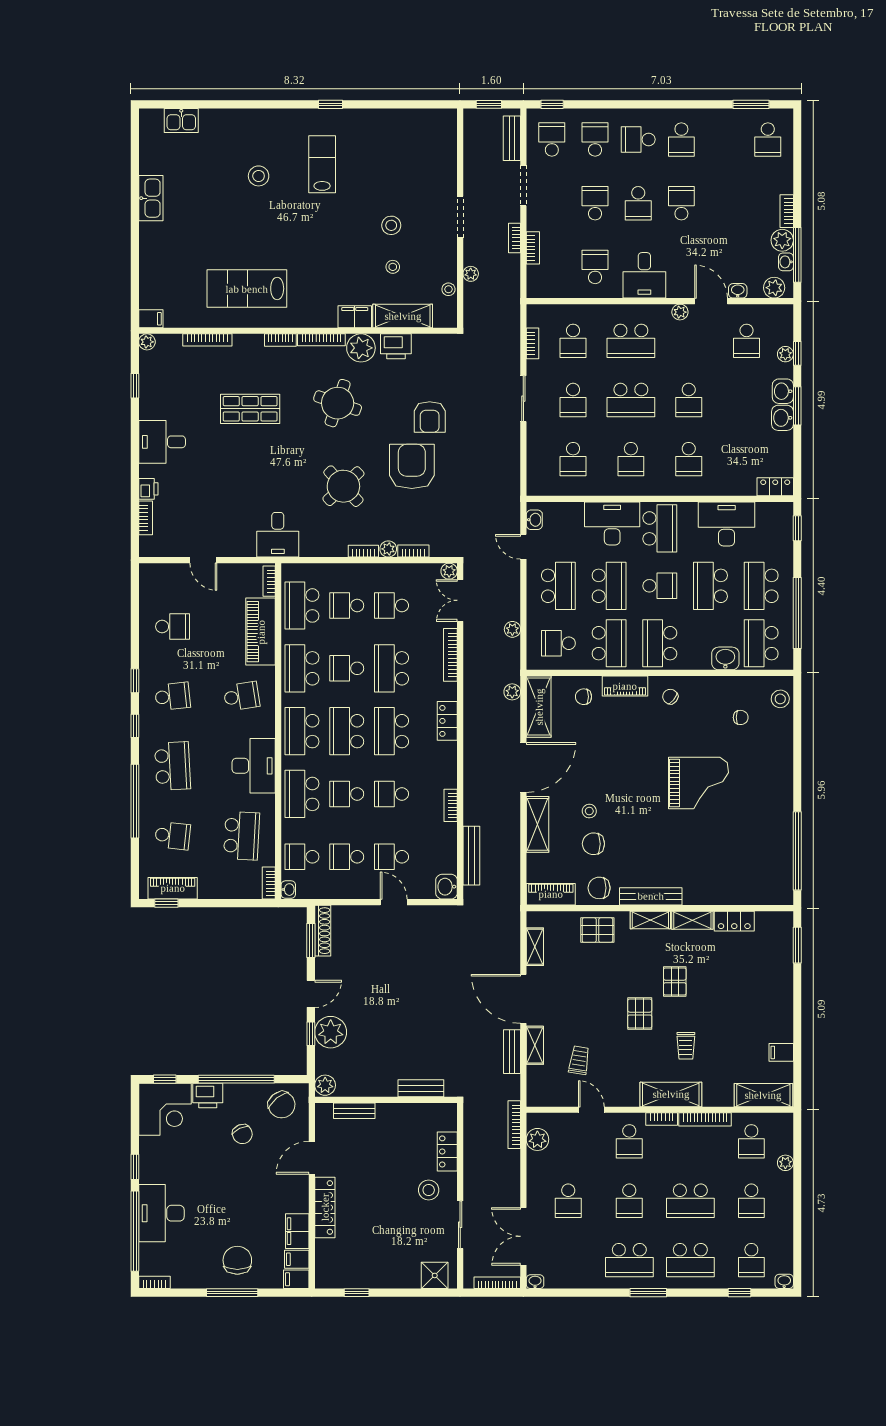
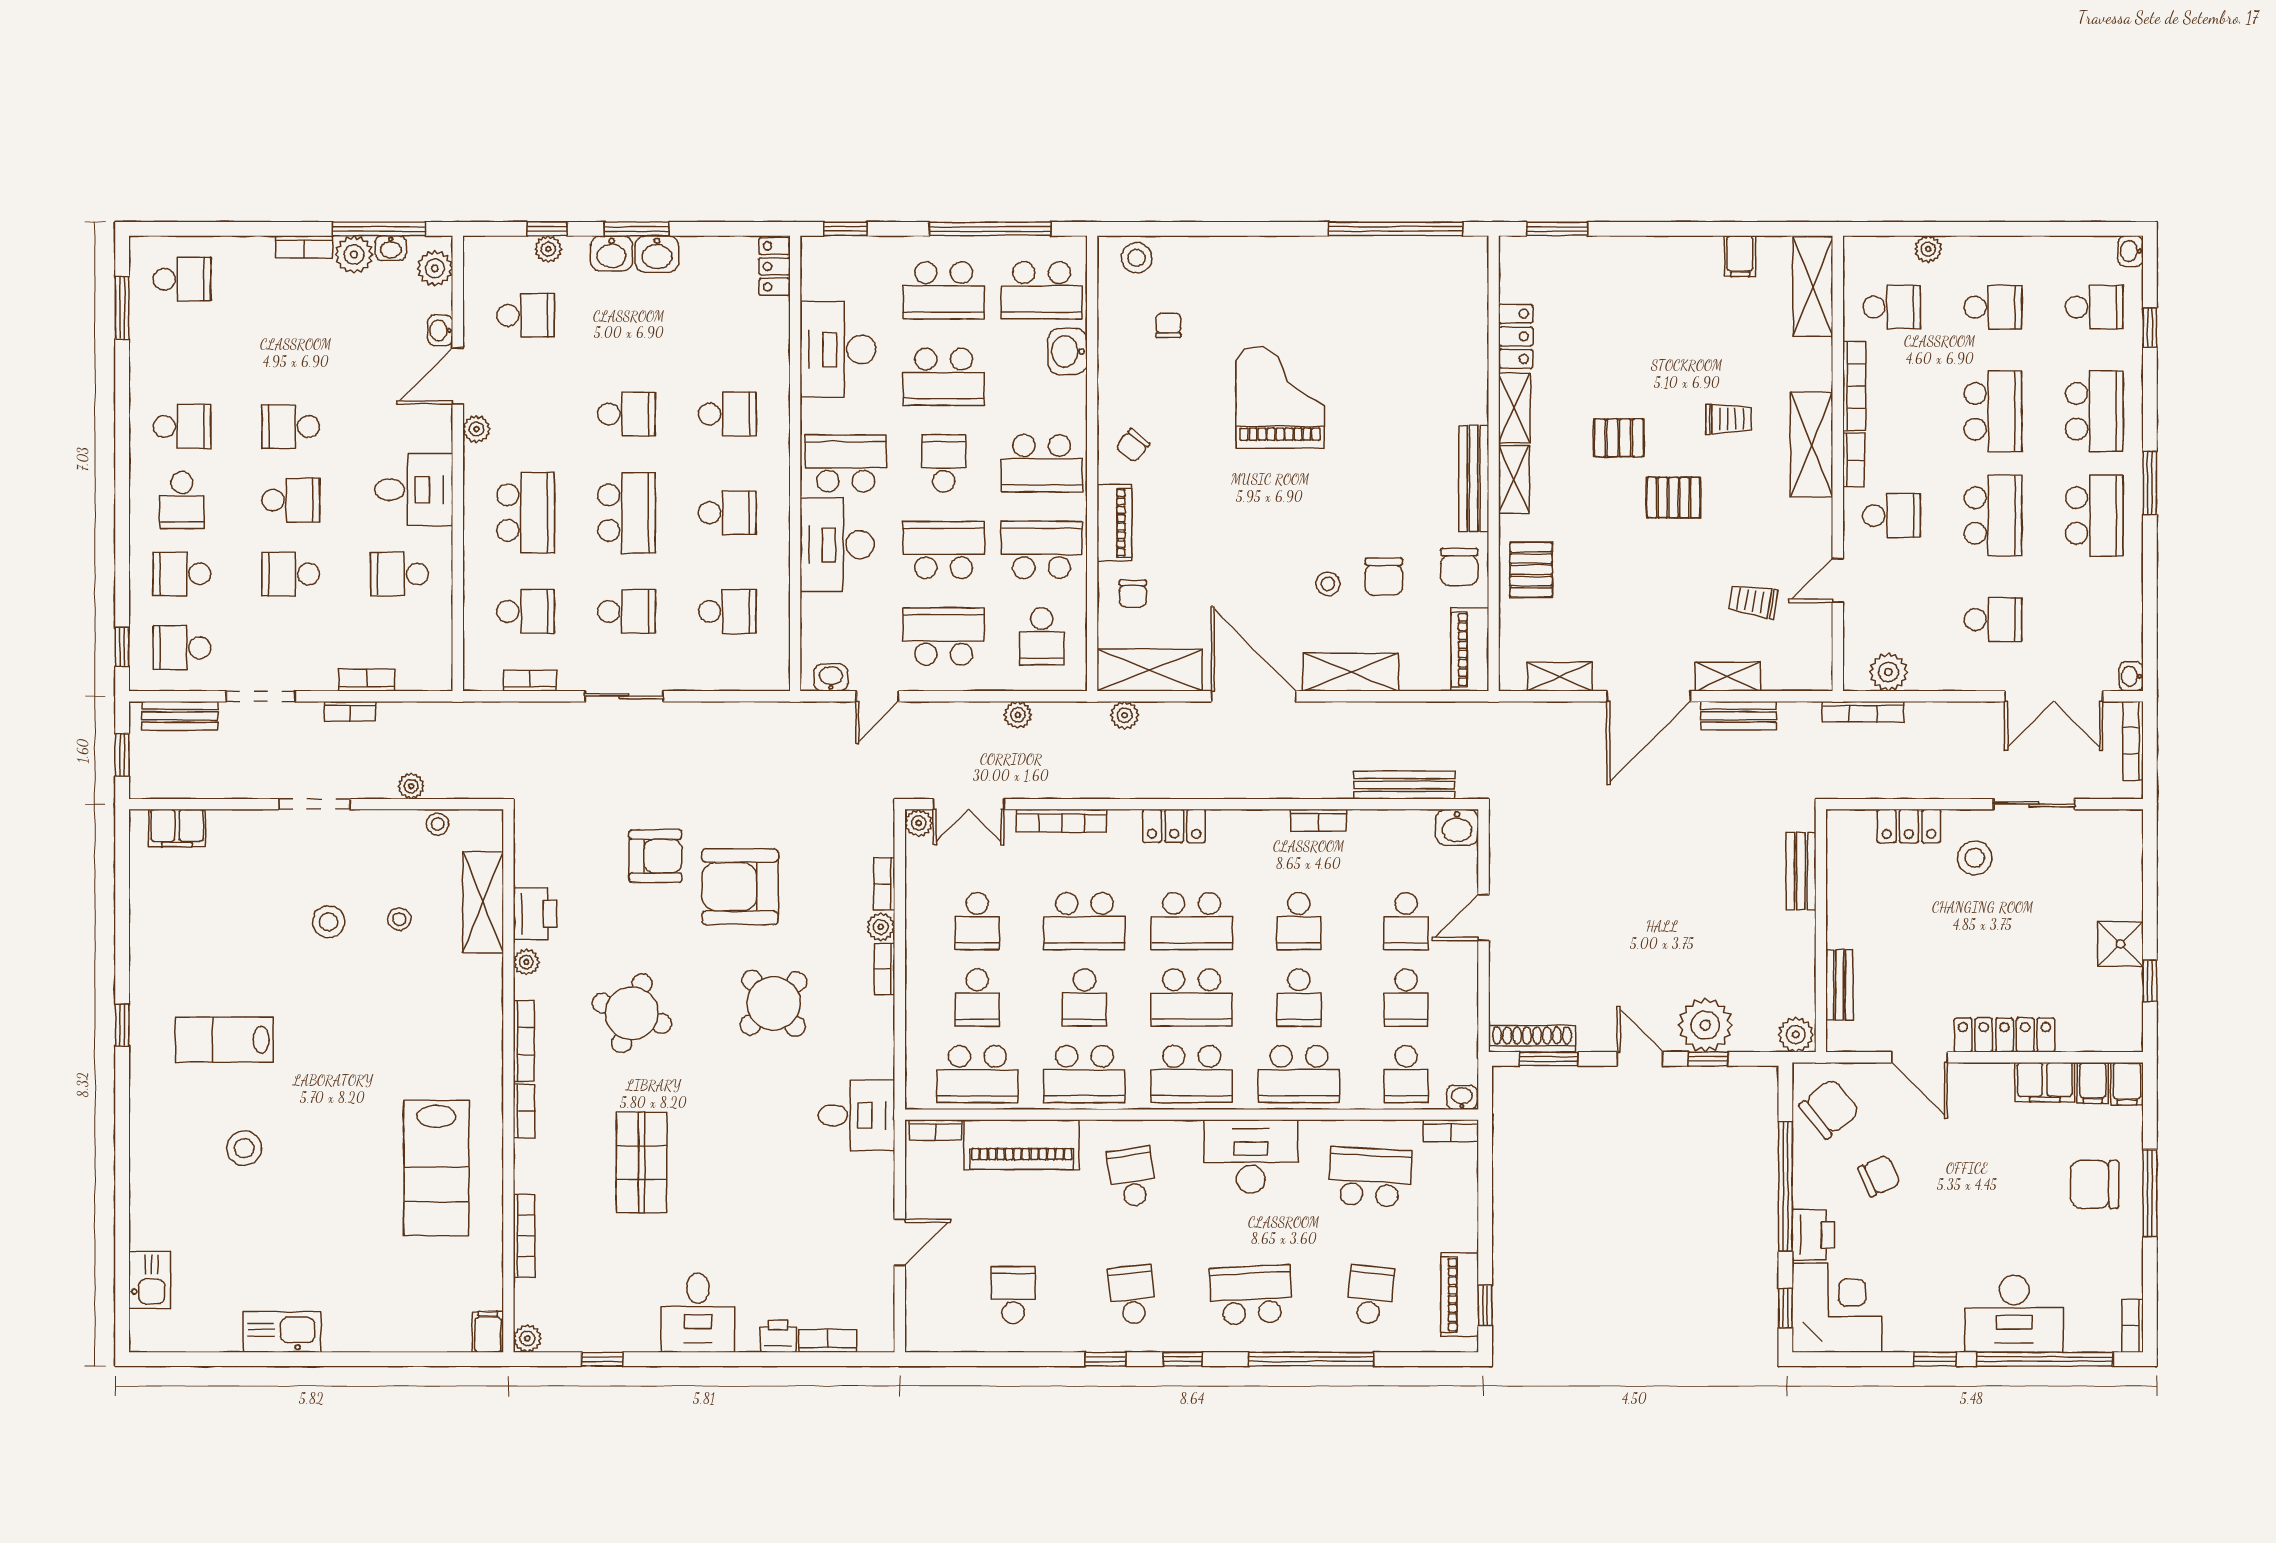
filing cabinet: (355, 317) -> (177, 828), moved, turned -90
plant: (361, 348) -> (526, 962), width x0.53, depth x0.53
school desk: (629, 1201) -> (1993, 515), width x1.85
shower: (435, 1275) -> (2120, 944), moved

